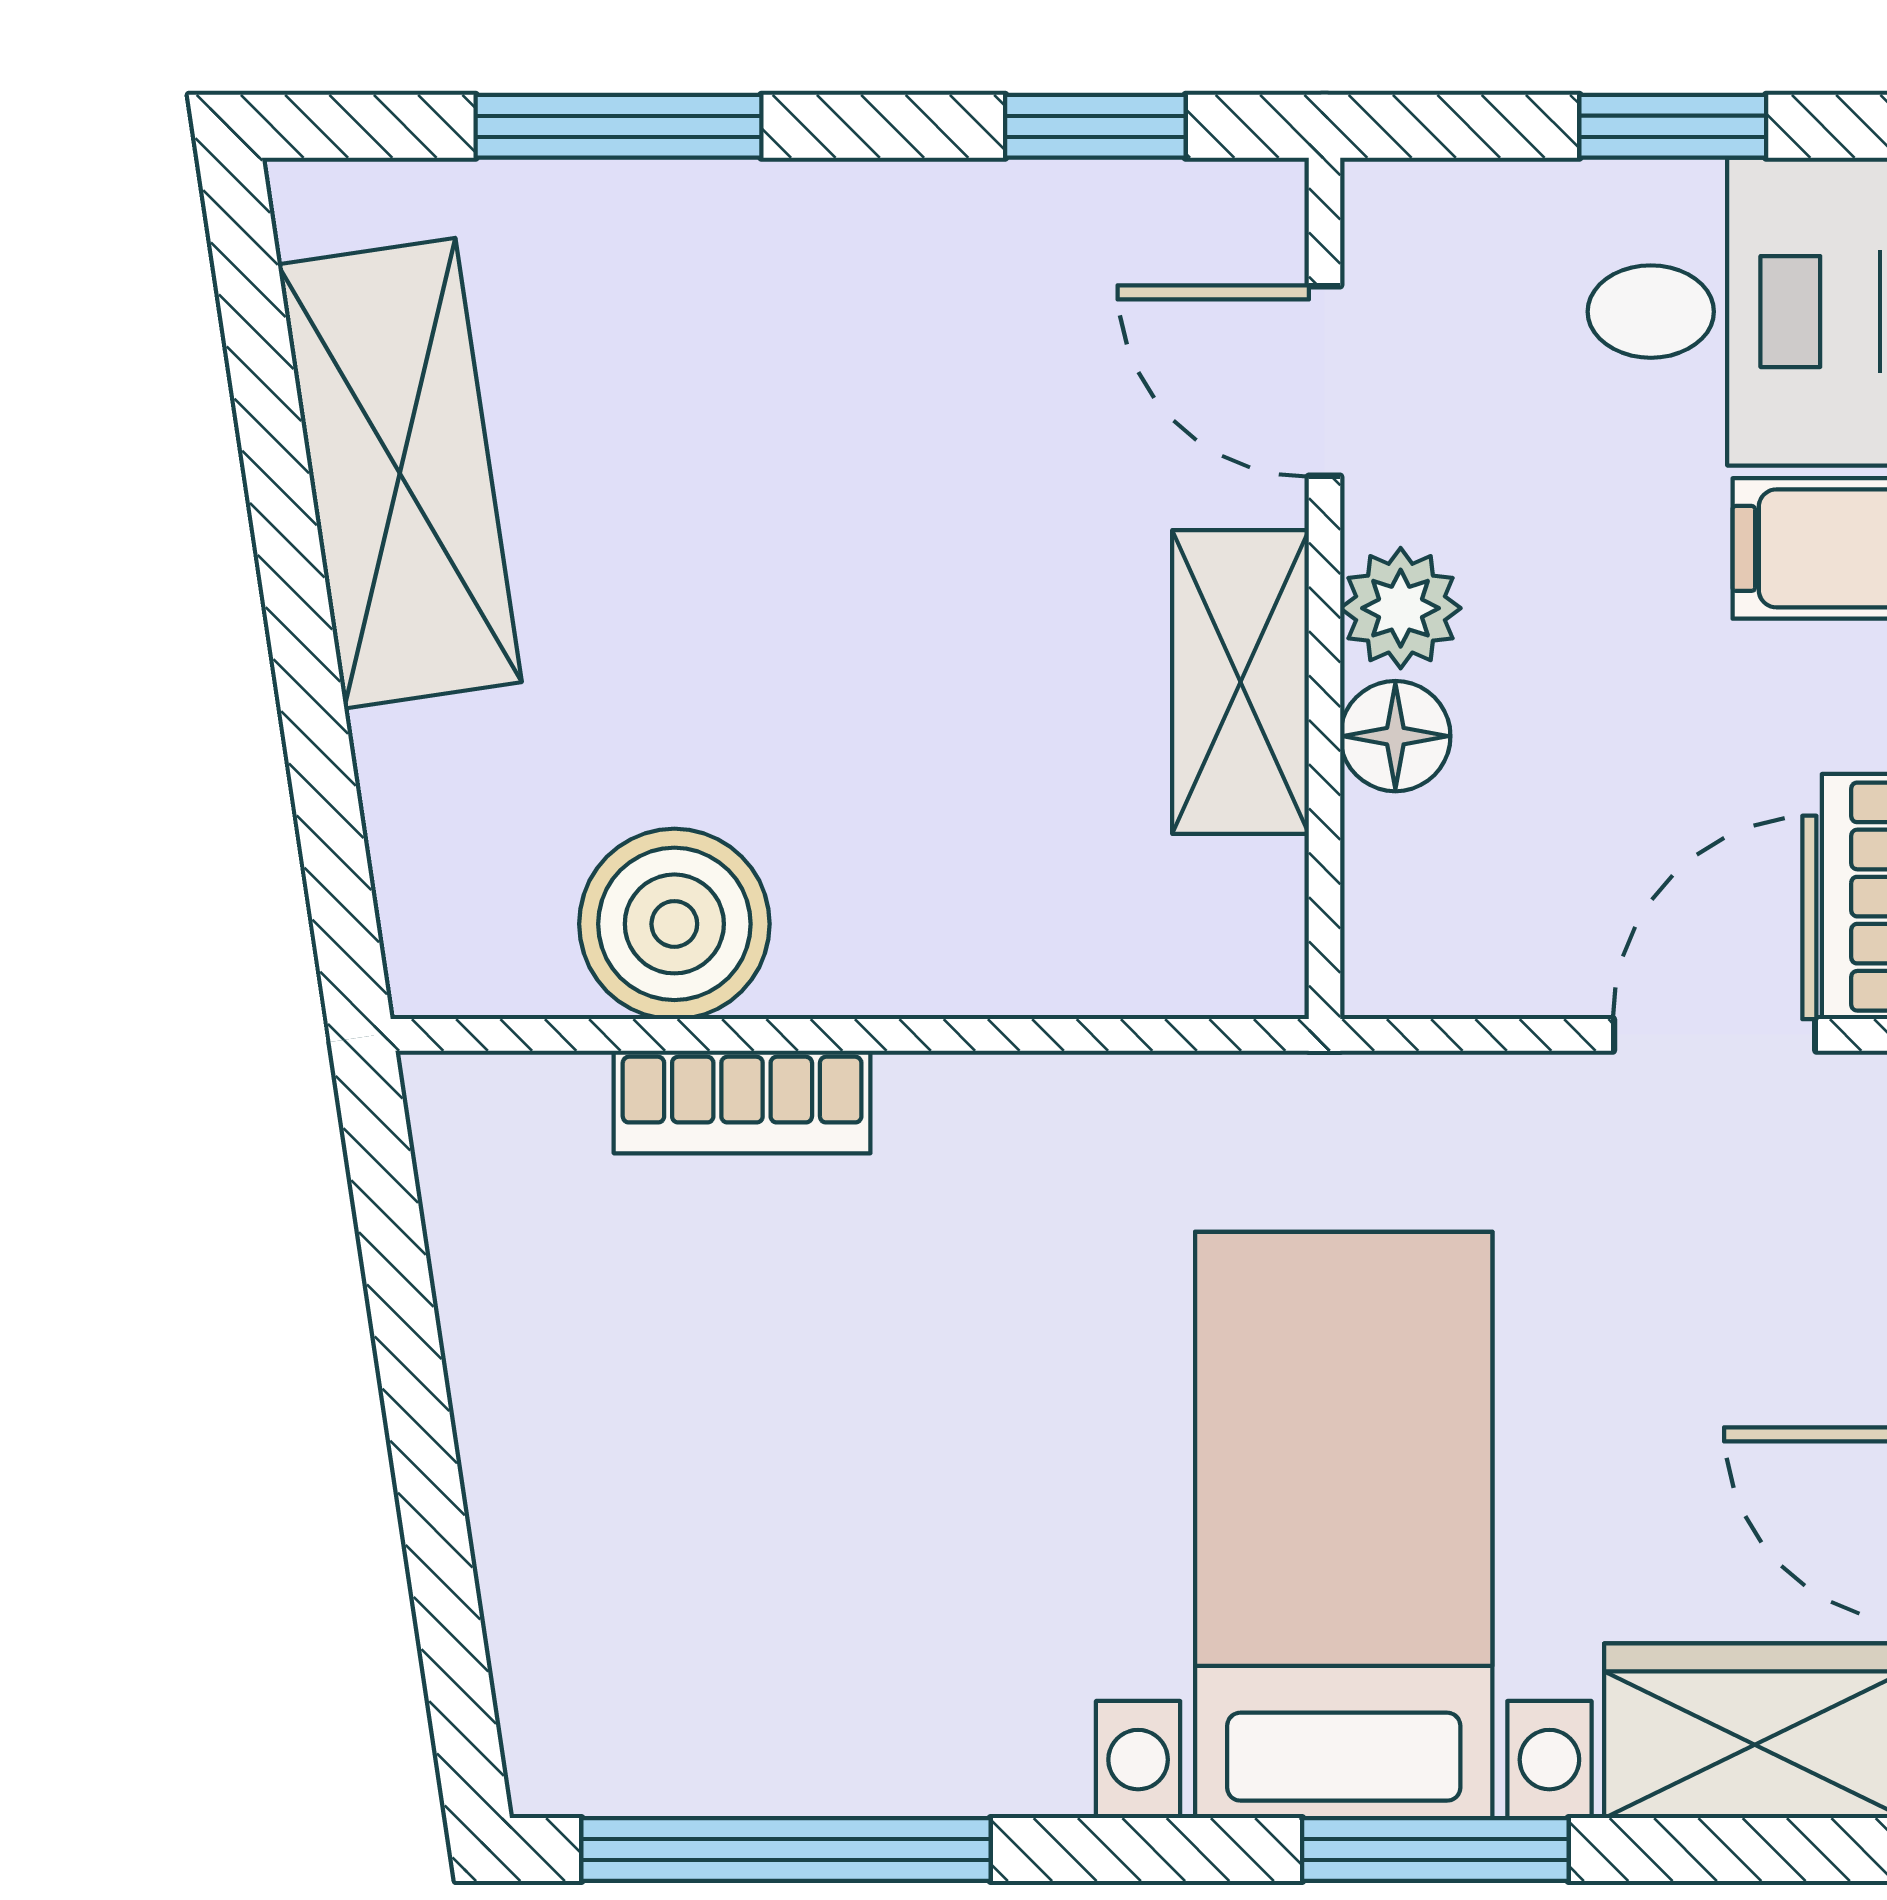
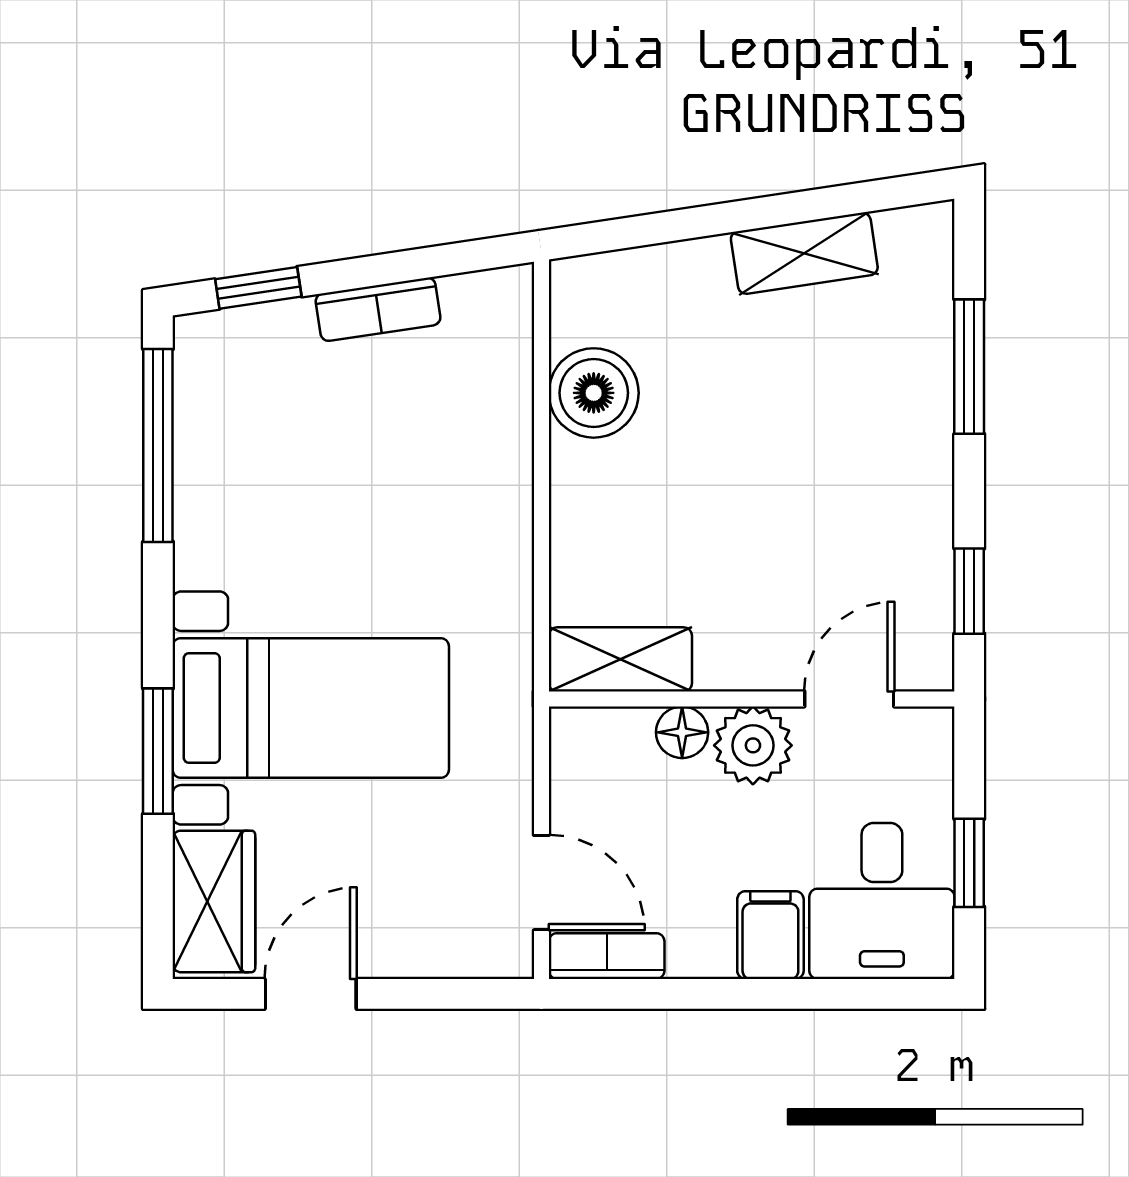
shelving: (400, 473) -> (804, 253), width x0.67, depth x0.75
plant: (1401, 608) -> (753, 745), width x1.38, depth x1.38
shelving: (1241, 682) -> (620, 659), moved
bookcase: (742, 1102) -> (378, 309), moved, turned -99
window: (451, 1636) -> (258, 288), added

